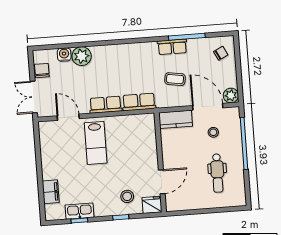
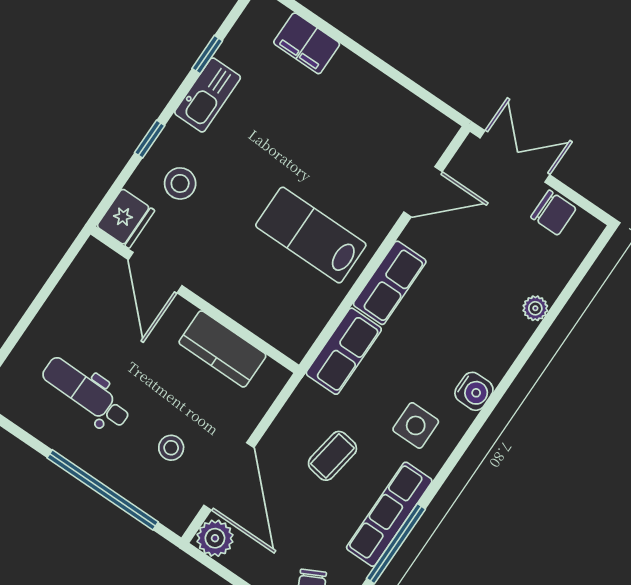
row of seats: (172, 47) -> (389, 514), width x1.48
water cooler: (64, 55) -> (474, 391), moved
plant: (82, 56) -> (535, 308), width x0.53, depth x0.53
side table: (144, 60) -> (416, 425), added
door: (208, 107) -> (229, 476), hinge flipped
kitchen counter: (176, 119) -> (222, 349), moved, turned -90
lab bench: (96, 143) -> (311, 235), moved
kitchen sink: (79, 211) -> (208, 95), moved

